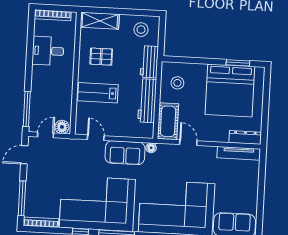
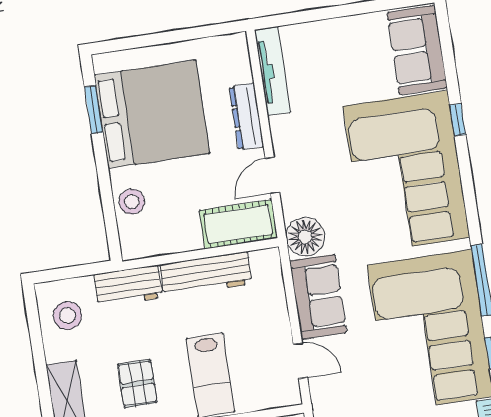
stool: (177, 83) -> (132, 202), moved
dresser: (245, 137) -> (246, 117), moved
door: (96, 138) -> (300, 361), swing flipped
floor lamp: (151, 148) -> (305, 237), width x1.89, depth x1.89

